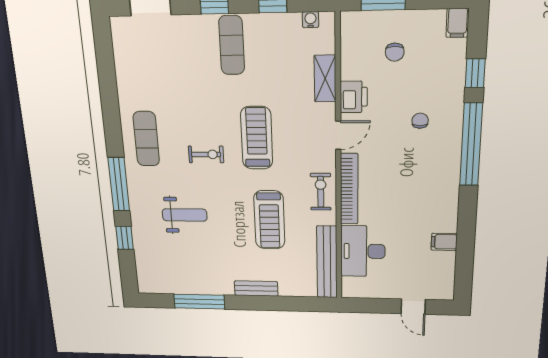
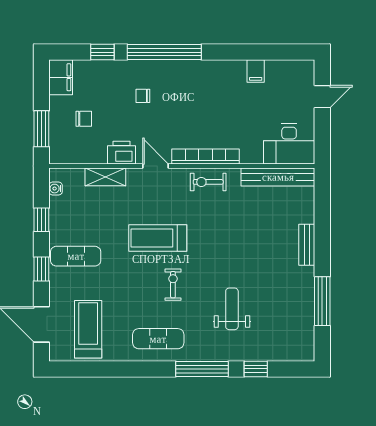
filing cabinet: (458, 23) -> (61, 77), width x2.00
treadmill: (269, 220) -> (88, 329), moved, turned -90
desk: (363, 251) -> (289, 144), moved

